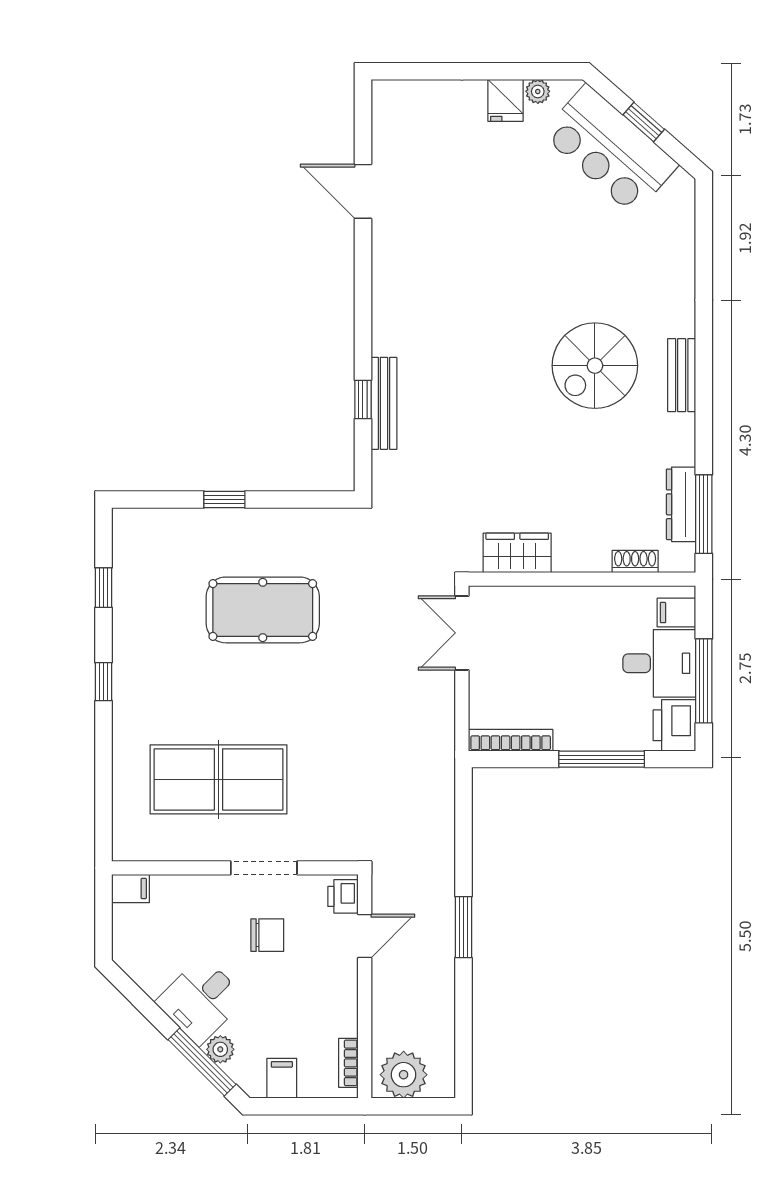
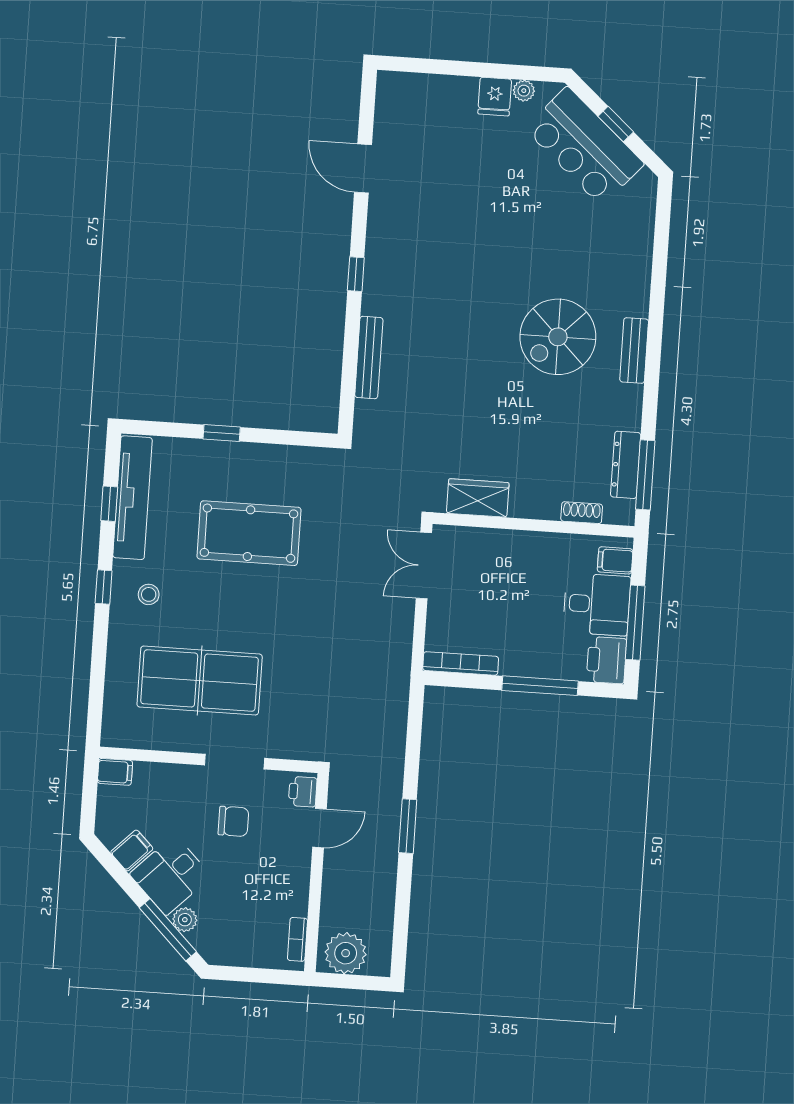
window: (363, 399) -> (356, 274), moved
tv unit: (129, 579) -> (133, 498), added
stool: (155, 687) -> (149, 594), added
filing cabinet: (282, 1078) -> (132, 850), moved, turned 45

